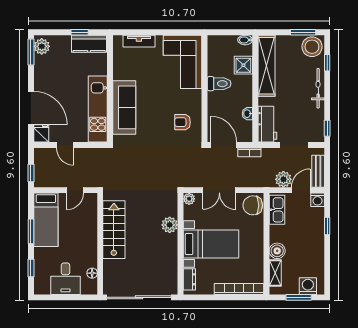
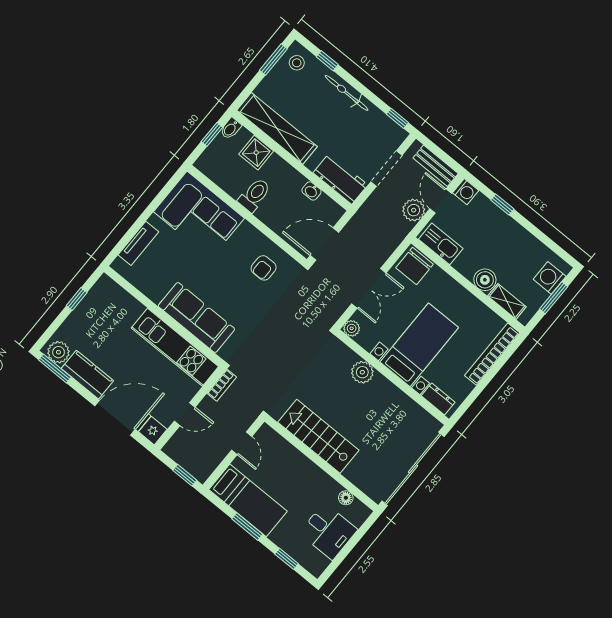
window: (233, 32) -> (212, 134), added
kitchen counter: (89, 44) -> (87, 375), moved, turned -90
stool: (312, 47) -> (297, 63), width x0.53, depth x0.53
bookcase: (249, 152) -> (222, 385), moved

